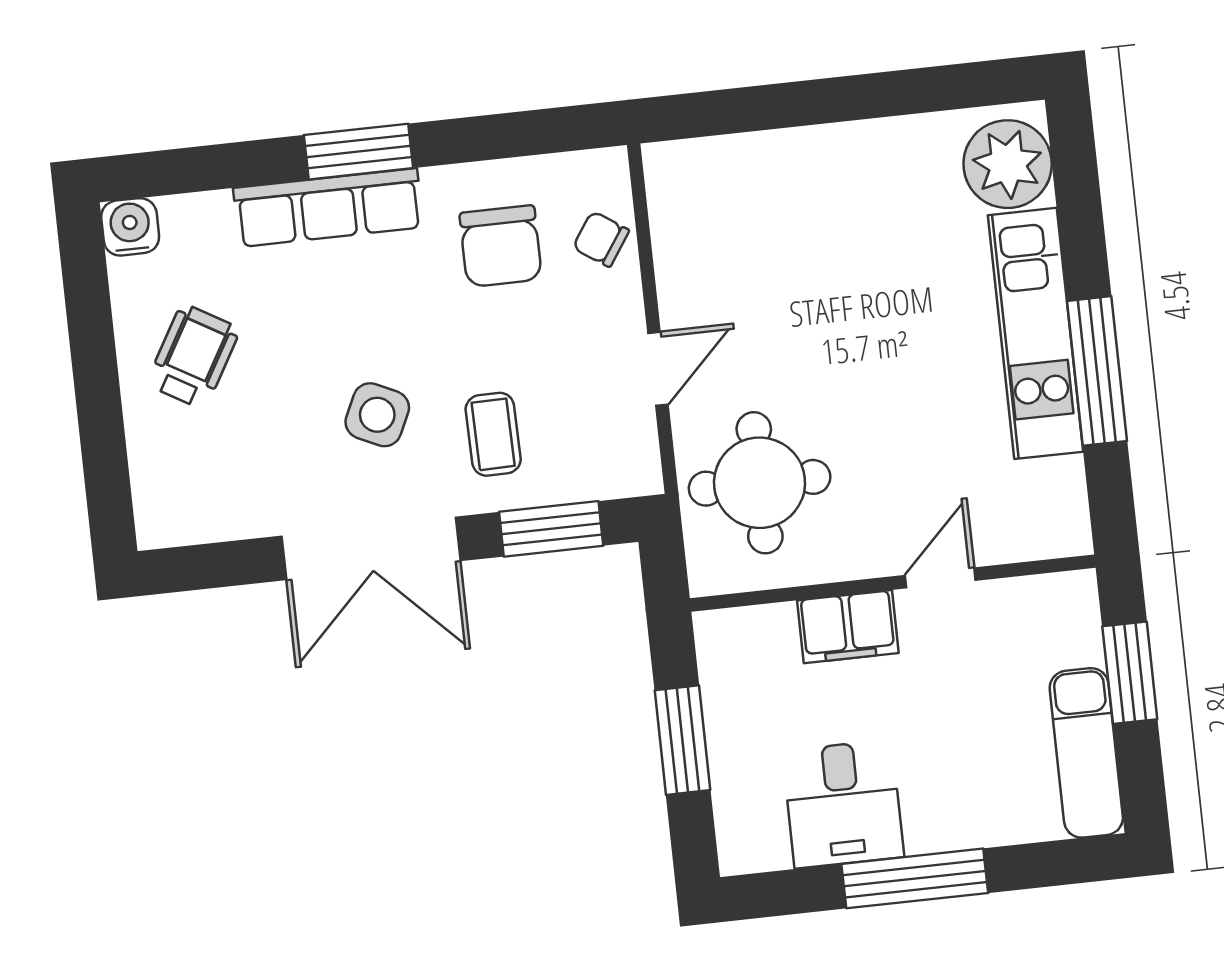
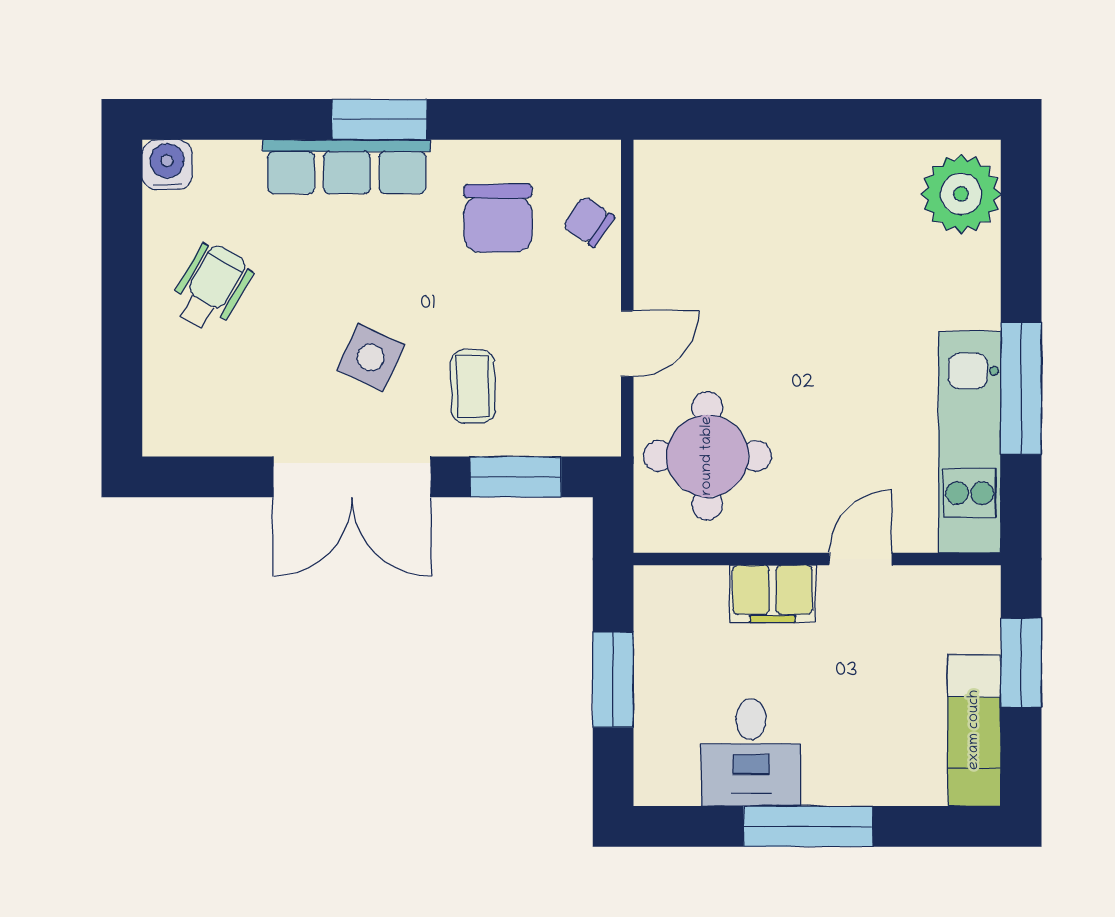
kitchen unit: (1036, 333) -> (970, 442), moved

